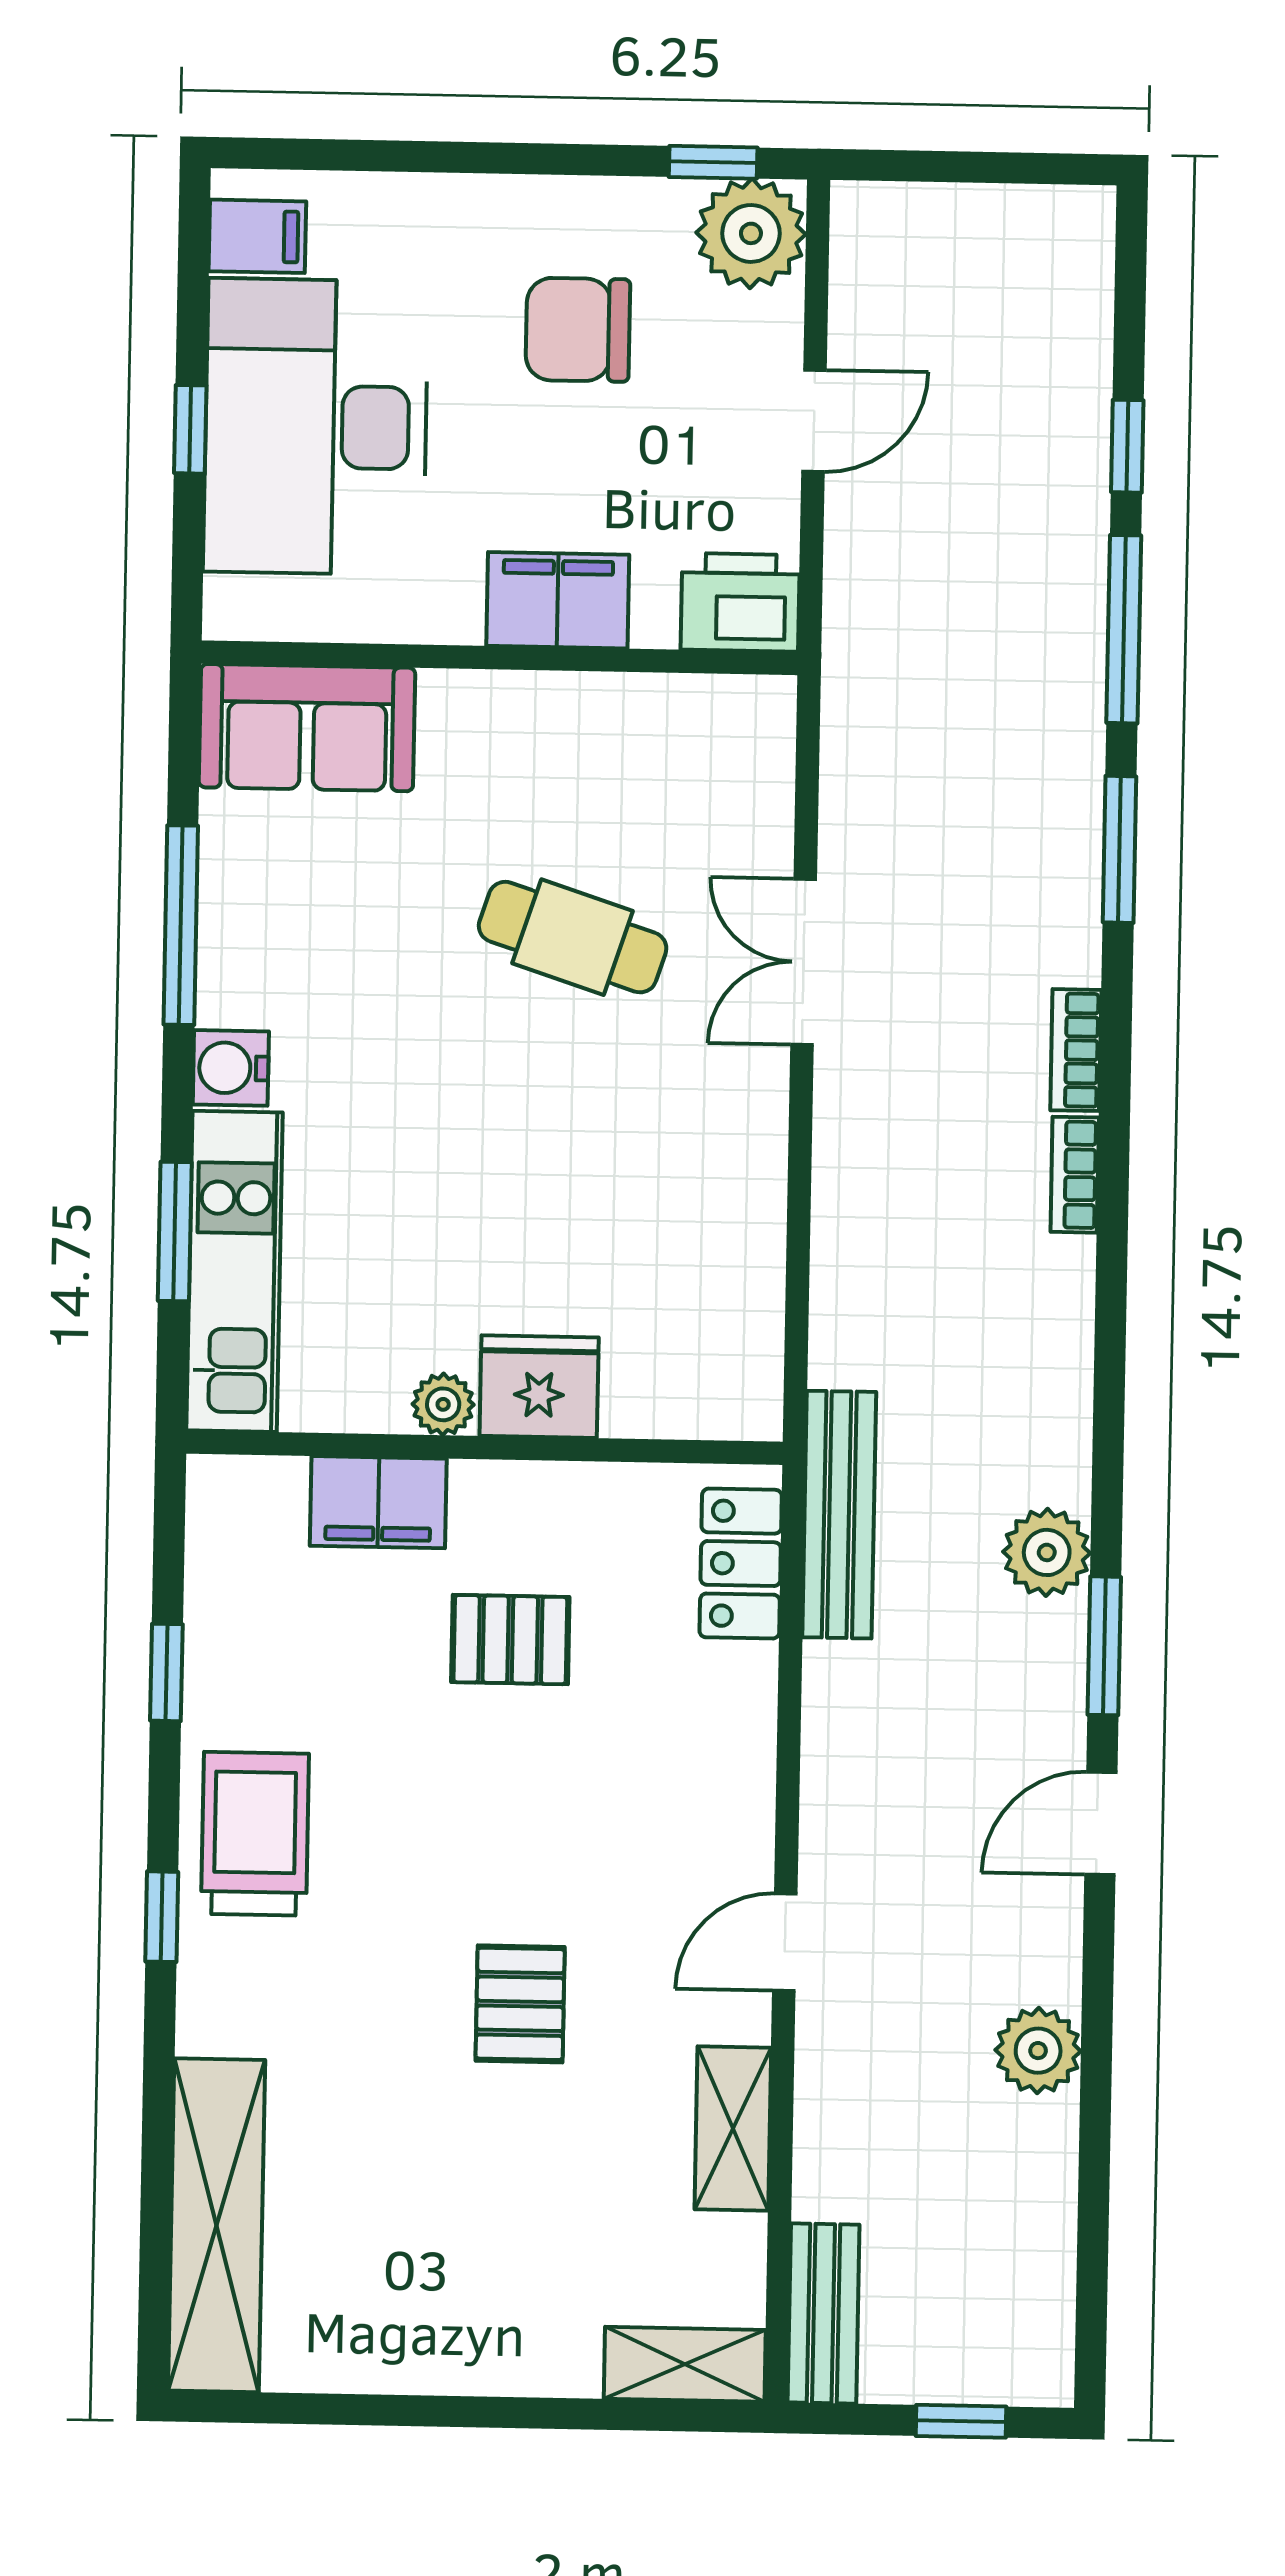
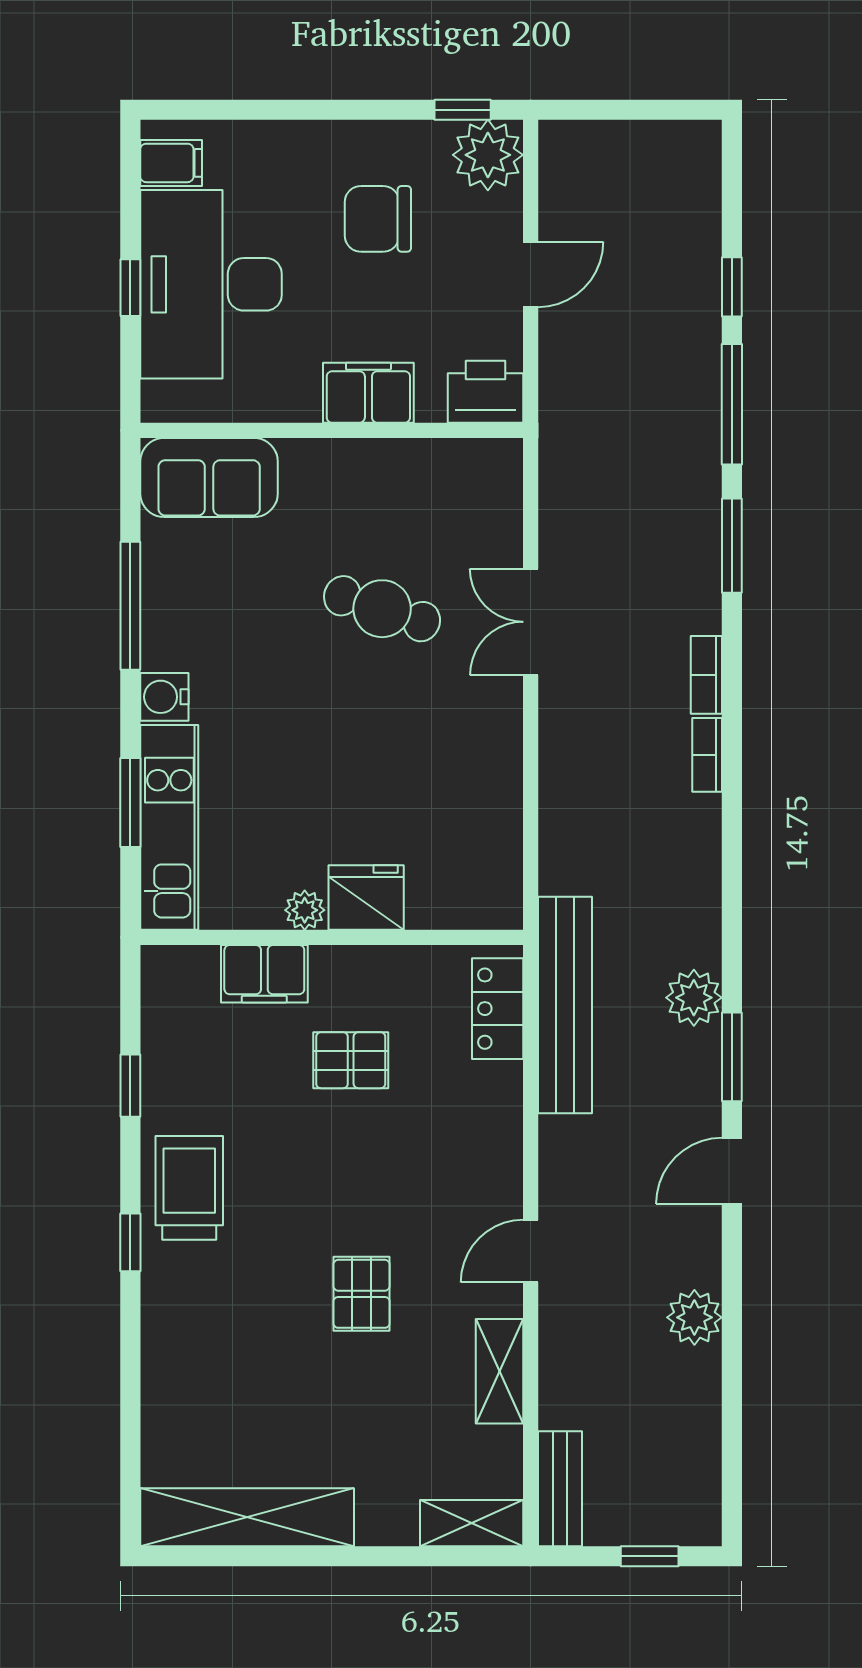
bench: (839, 1515) -> (565, 1005), width x1.37, depth x1.21
shelving: (217, 2225) -> (247, 1517), moved, turned 90

